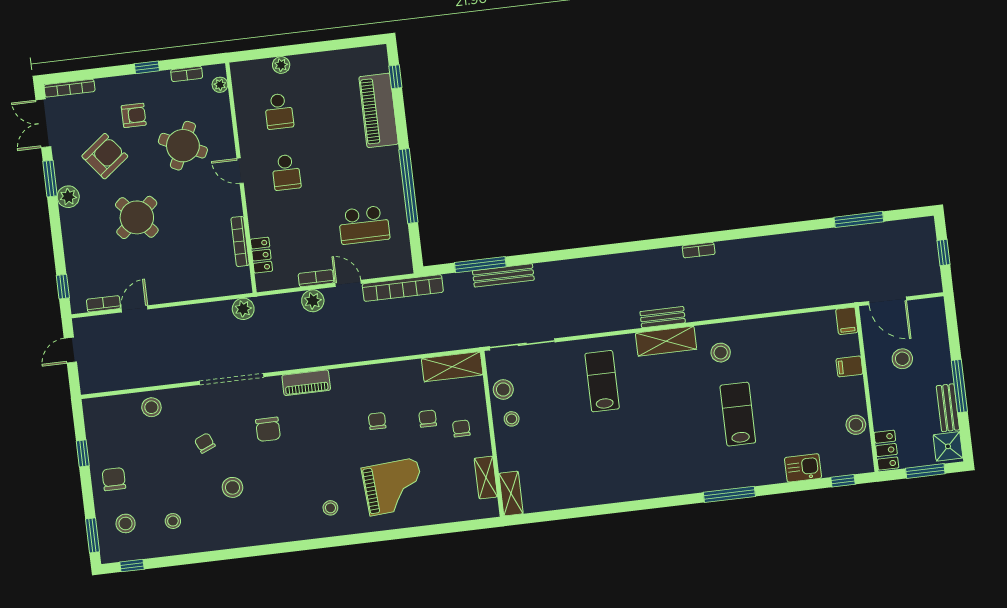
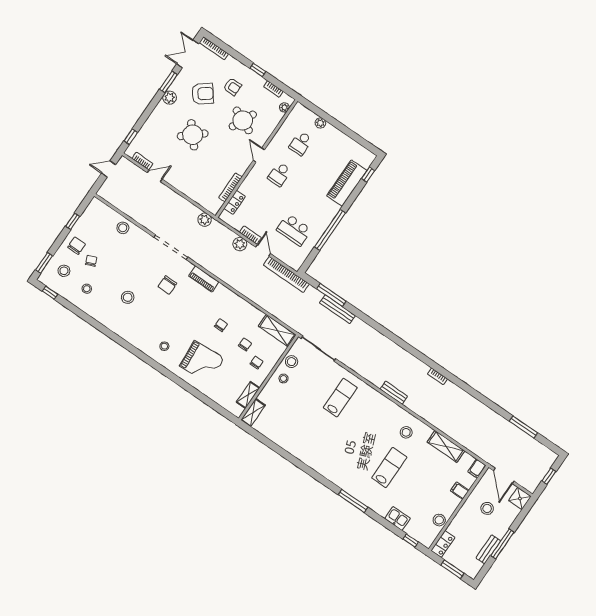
shelving: (666, 341) -> (446, 446), moved
chair: (205, 443) -> (91, 261), moved
shower: (948, 446) -> (520, 498), moved

